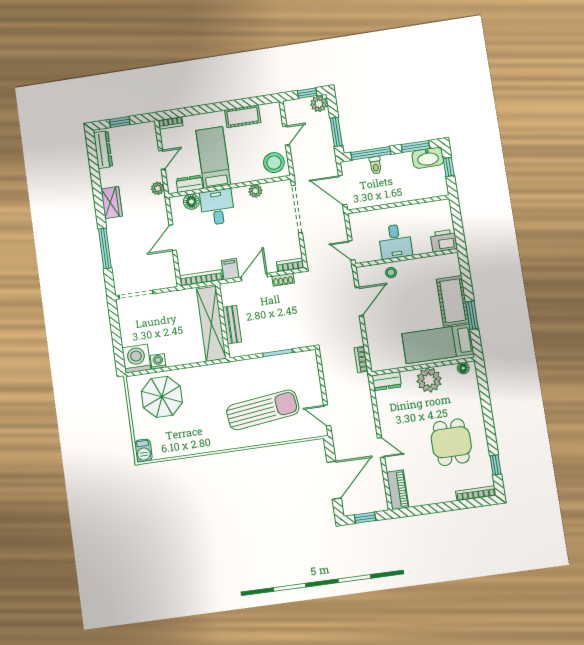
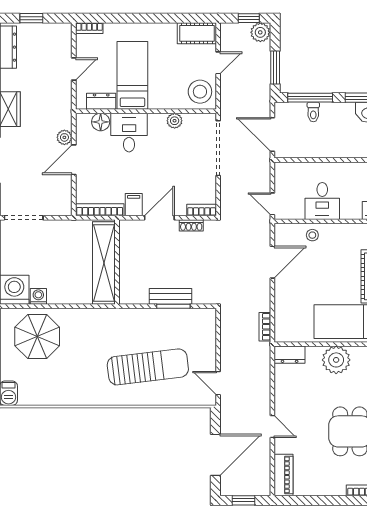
cot: (243, 116) -> (197, 33), moved
plant: (158, 188) -> (64, 137), moved
bench: (232, 325) -> (170, 296), moved, turned 90

